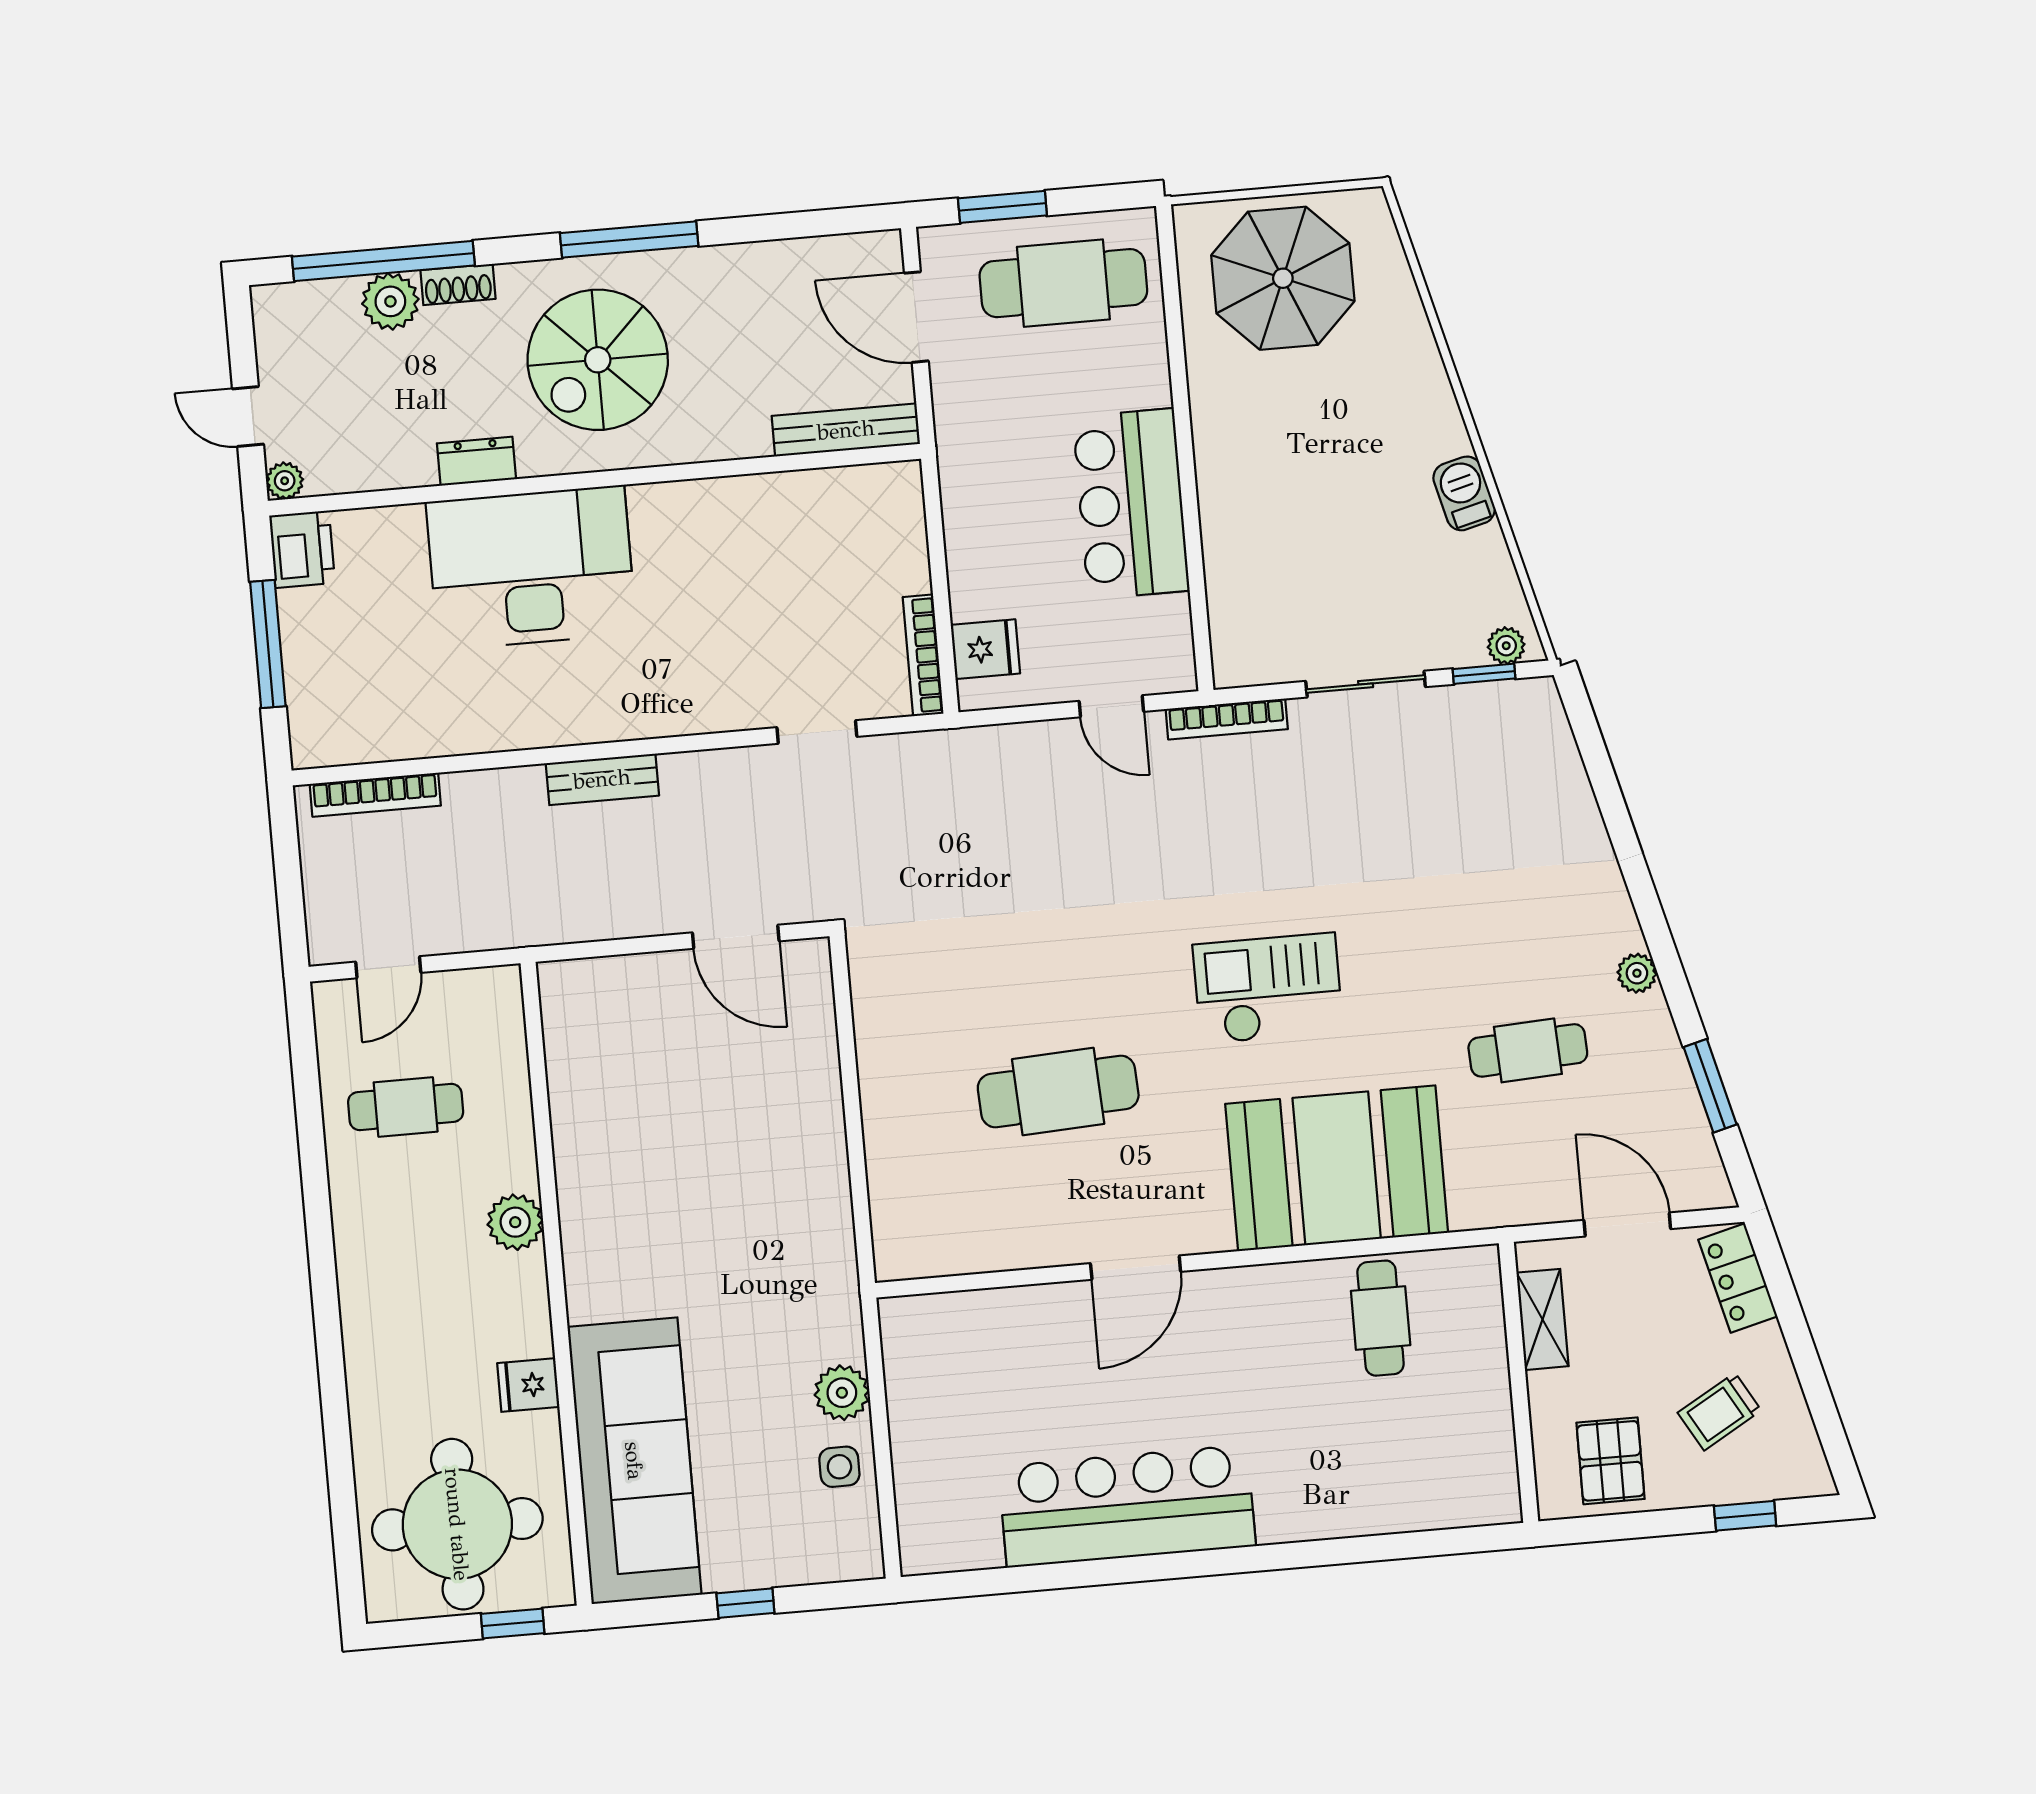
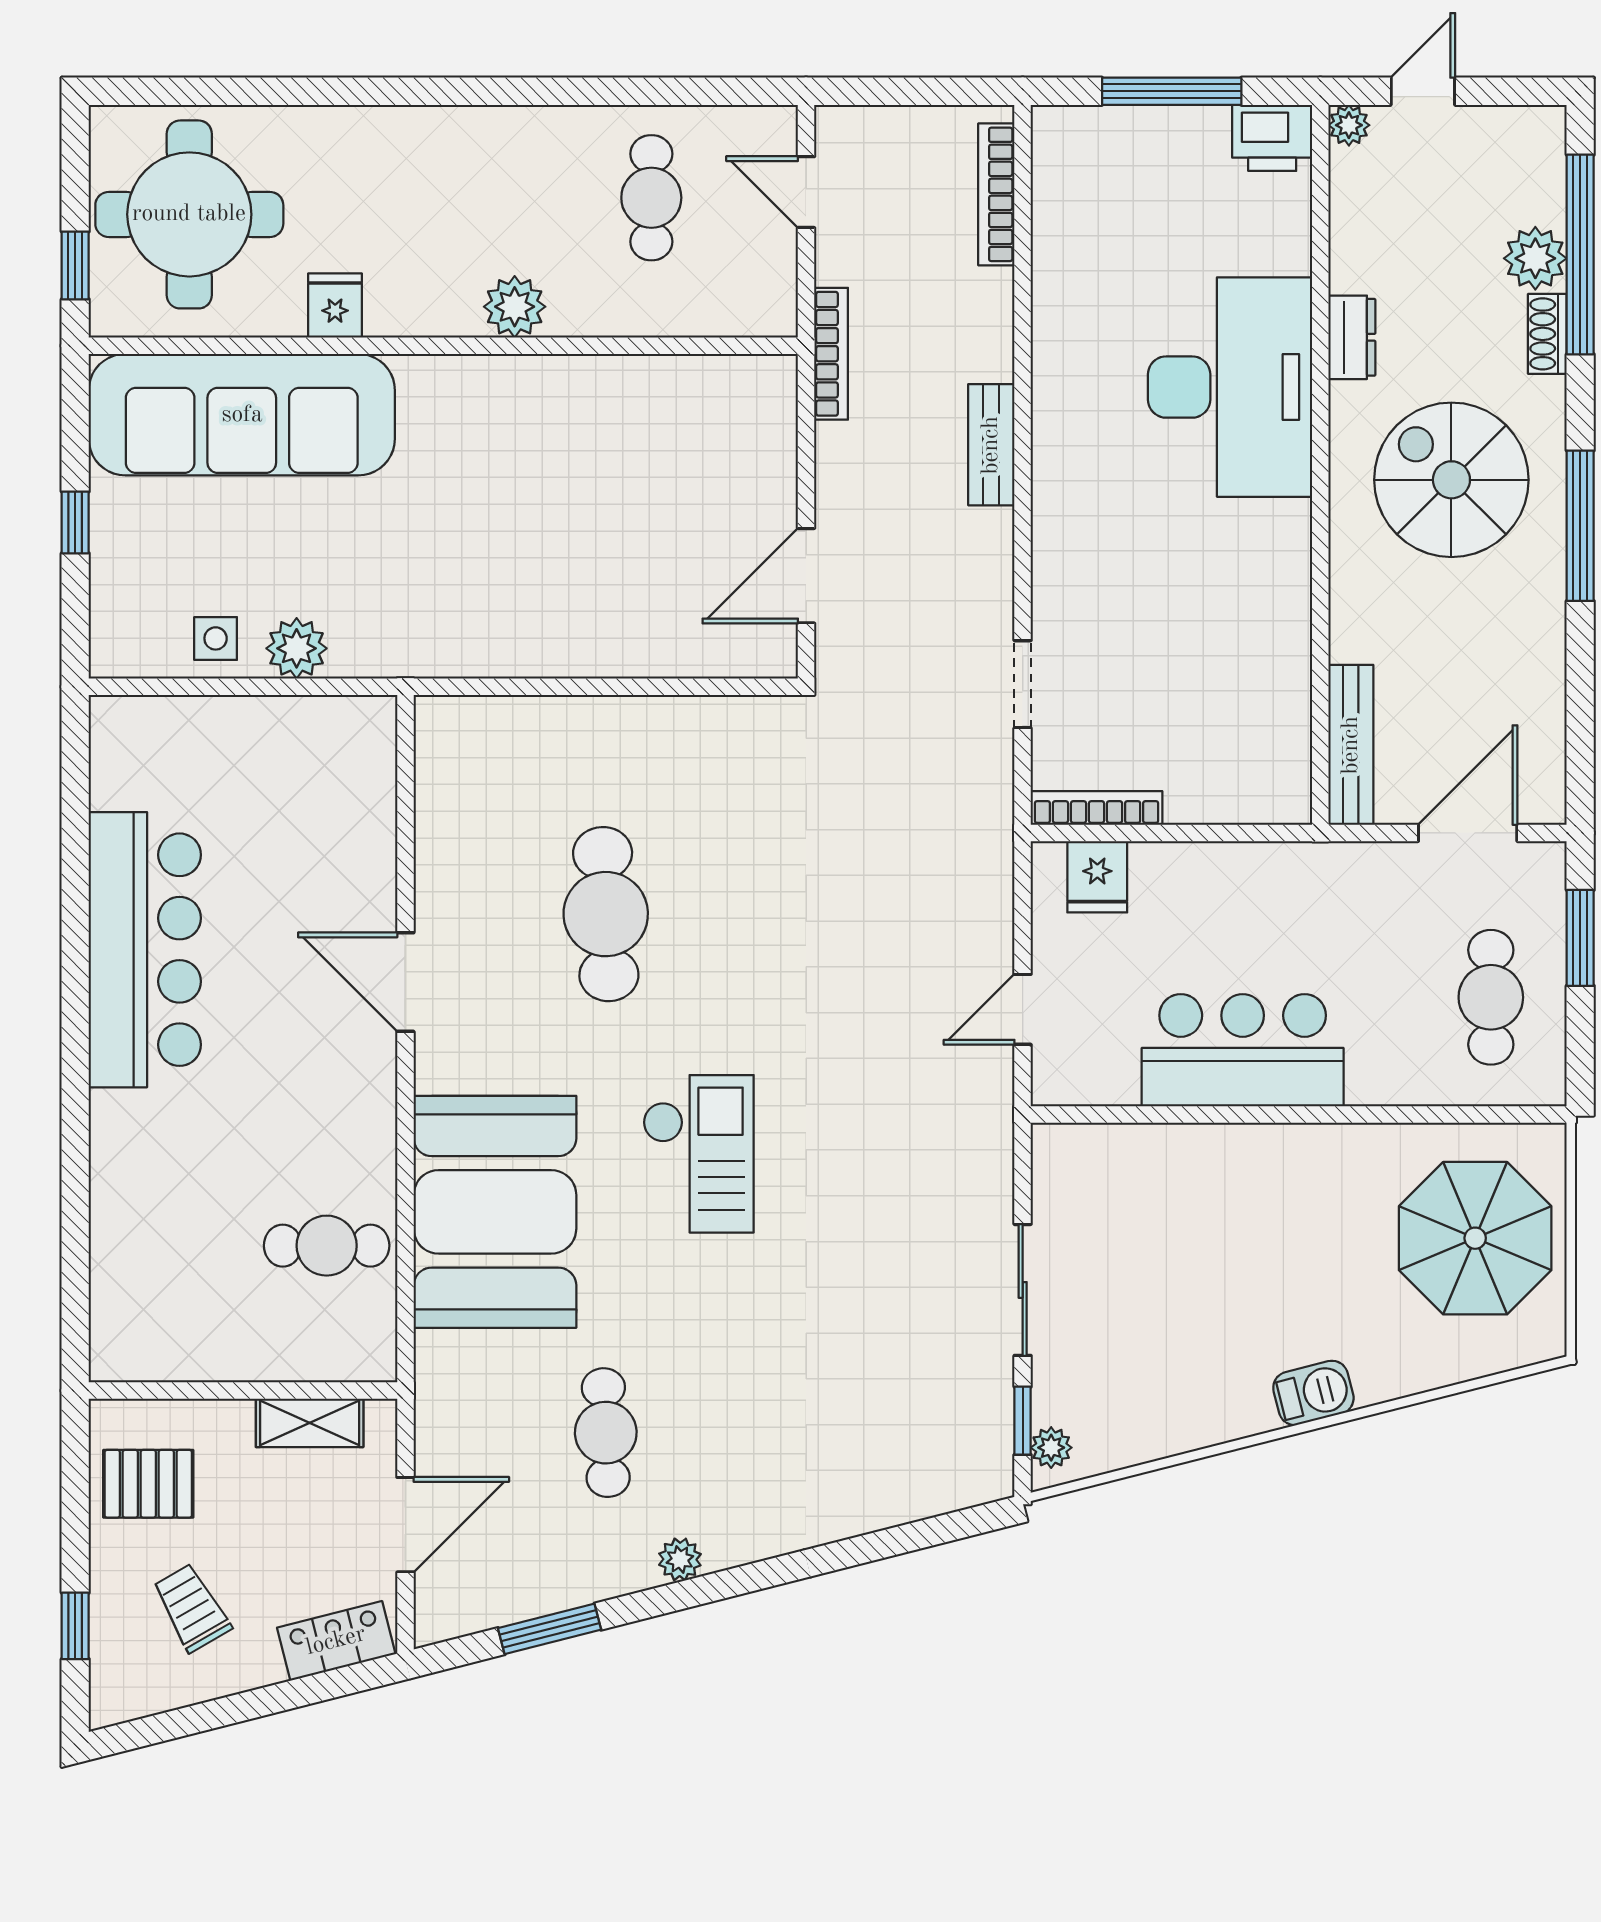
cafe table: (1063, 283) -> (1491, 997), width x0.73, depth x0.74
barbecue: (1464, 493) -> (1313, 1393), moved
bookcase: (1227, 719) -> (831, 354), moved, turned 180

